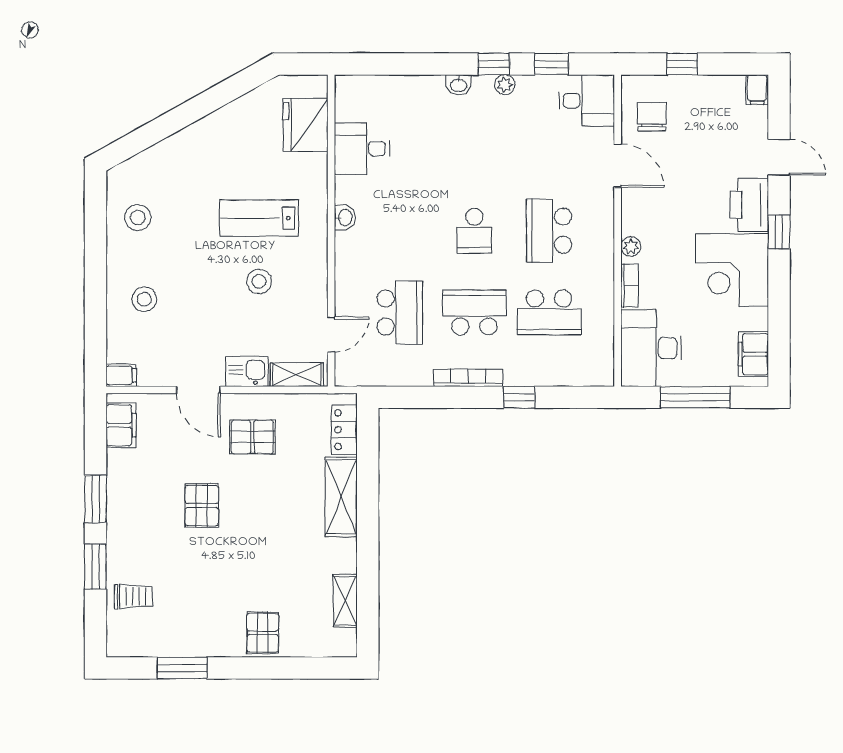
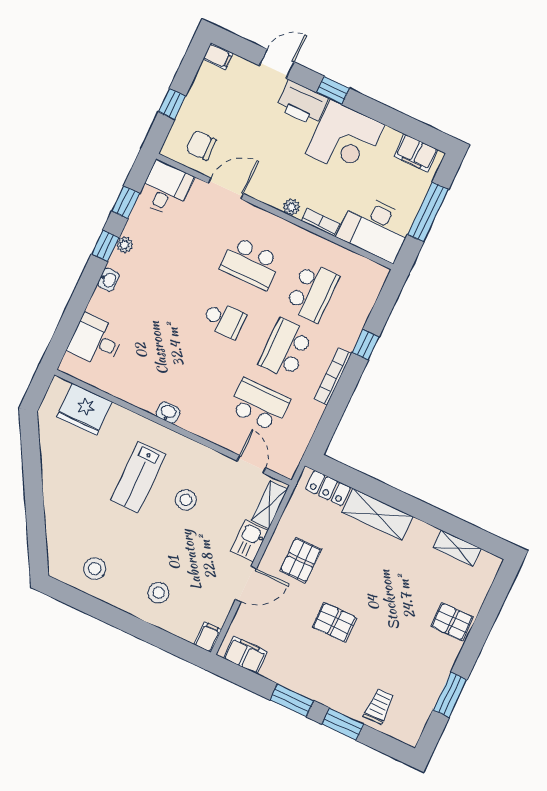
desk: (362, 149) -> (96, 341), moved, turned 90

